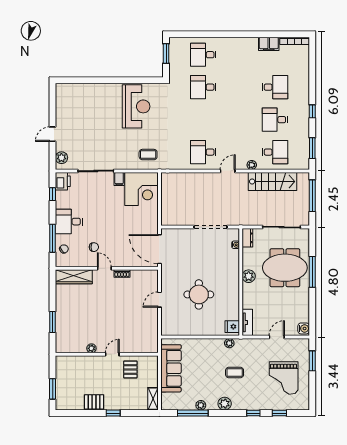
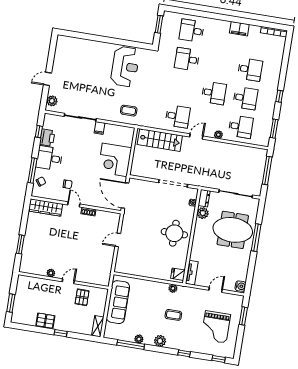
filing cabinet: (269, 44) -> (239, 29), moved
desk: (239, 120) -> (214, 93), added
desk: (275, 120) -> (245, 98), turned 180
desk: (203, 152) -> (178, 116), turned 180
printer: (63, 181) -> (47, 138), moved
stairs: (272, 181) -> (160, 140), moved
corner desk: (142, 189) -> (115, 160), moved, turned 90
plant: (249, 276) -> (203, 213), moved
round table: (199, 294) -> (174, 233), moved
window: (279, 413) -> (219, 359), moved

